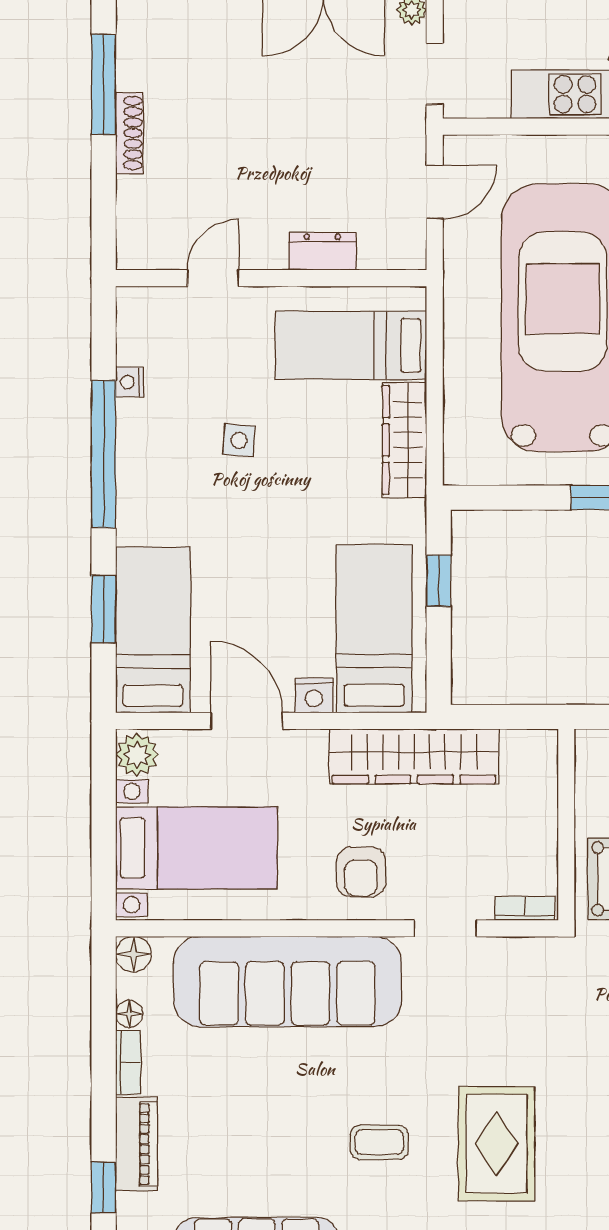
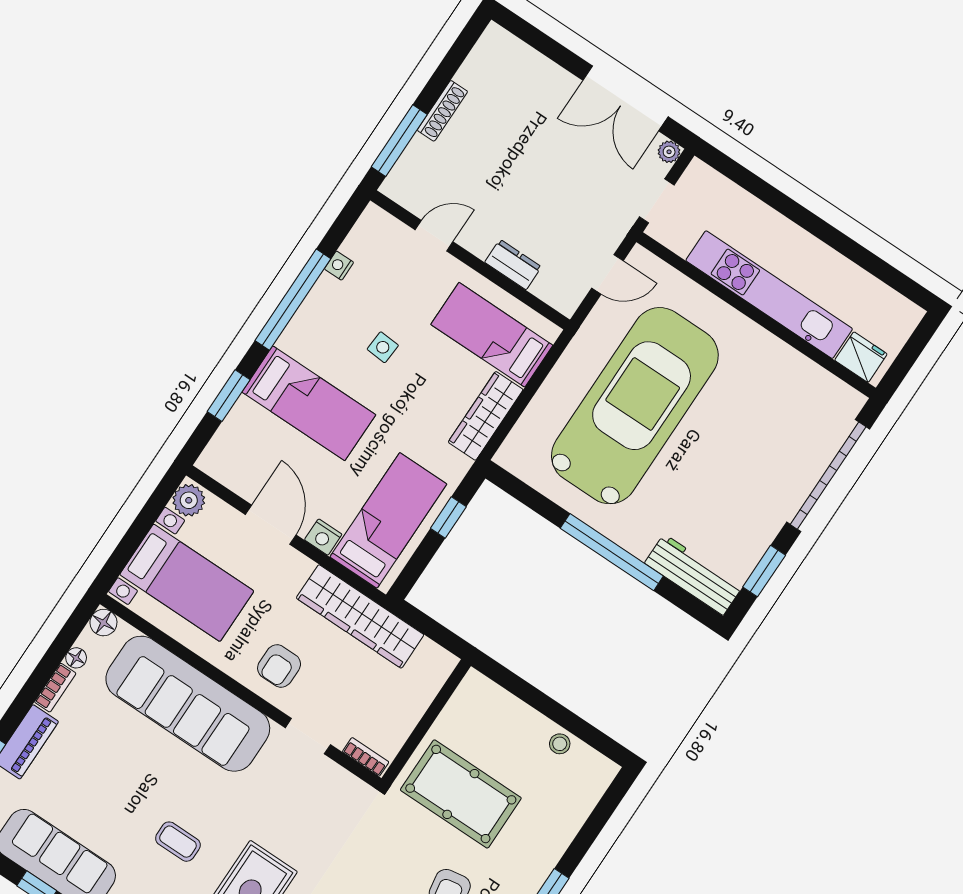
window: (104, 85) -> (399, 141), moved
bed: (153, 630) -> (309, 403), moved, turned 90

